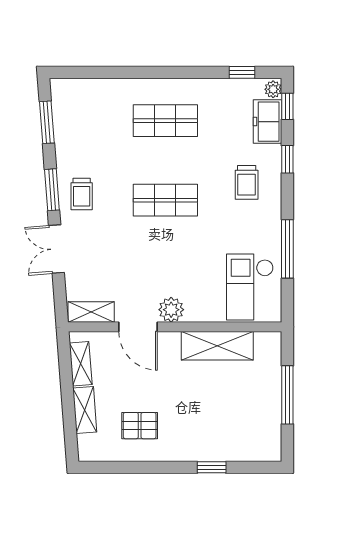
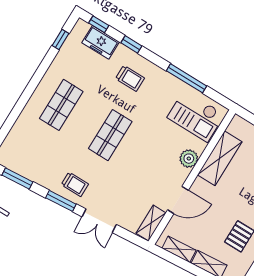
plant: (273, 89) -> (83, 27), removed
plant: (171, 310) -> (189, 159), moved

